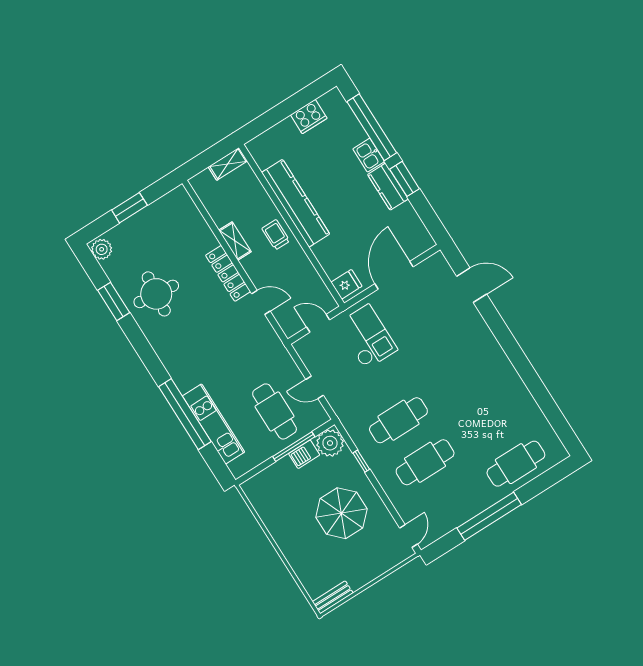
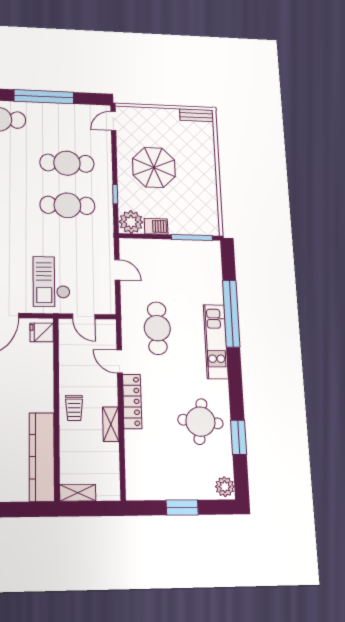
kitchen counter: (296, 203) -> (42, 457), moved
cafe table: (275, 411) -> (157, 328), moved
kitchen unit: (213, 424) -> (216, 342), moved
window: (294, 447) -> (192, 237), moved

